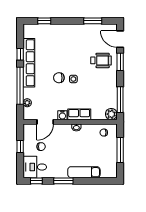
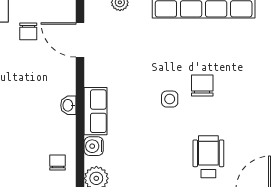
wheelchair: (101, 60) -> (208, 157), turned 180
chair: (59, 78) -> (202, 85), moved
water cooler: (62, 115) -> (94, 146), moved

